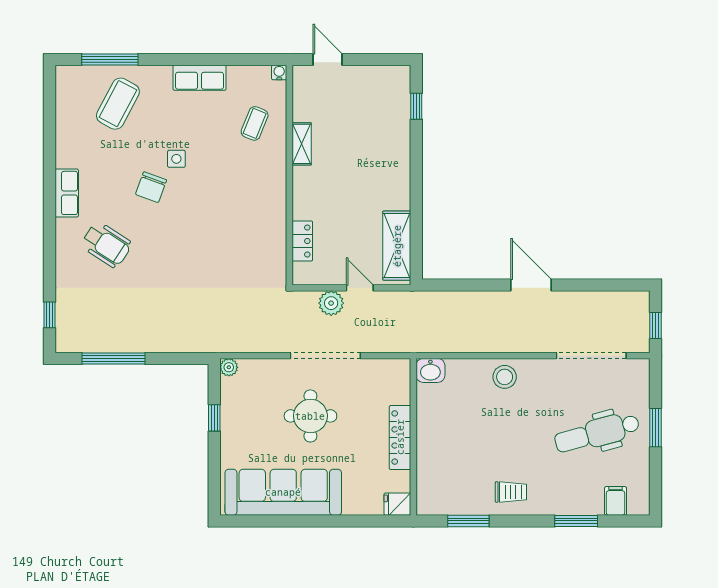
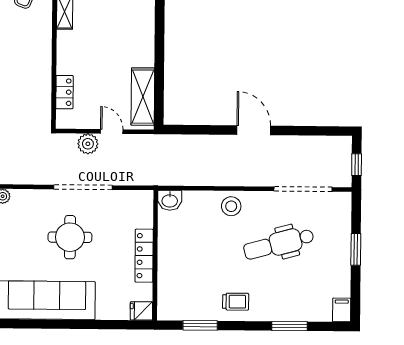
dental chair: (597, 433) -> (279, 244), moved
filing cabinet: (616, 501) -> (342, 310), moved

